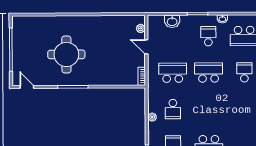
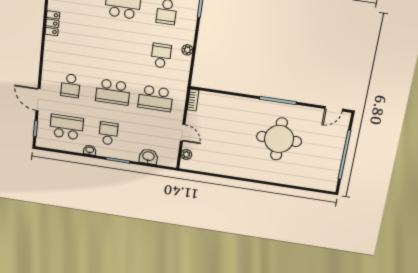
school desk: (208, 36) -> (108, 133), turned 180
door: (27, 87) -> (334, 109), hinge flipped

